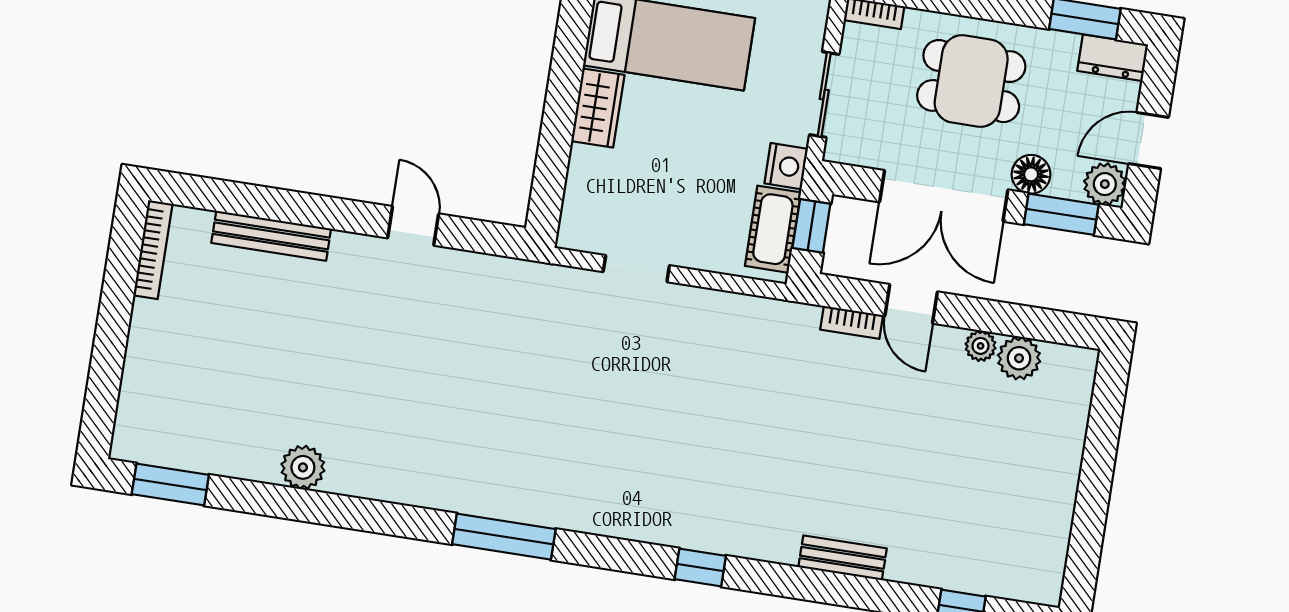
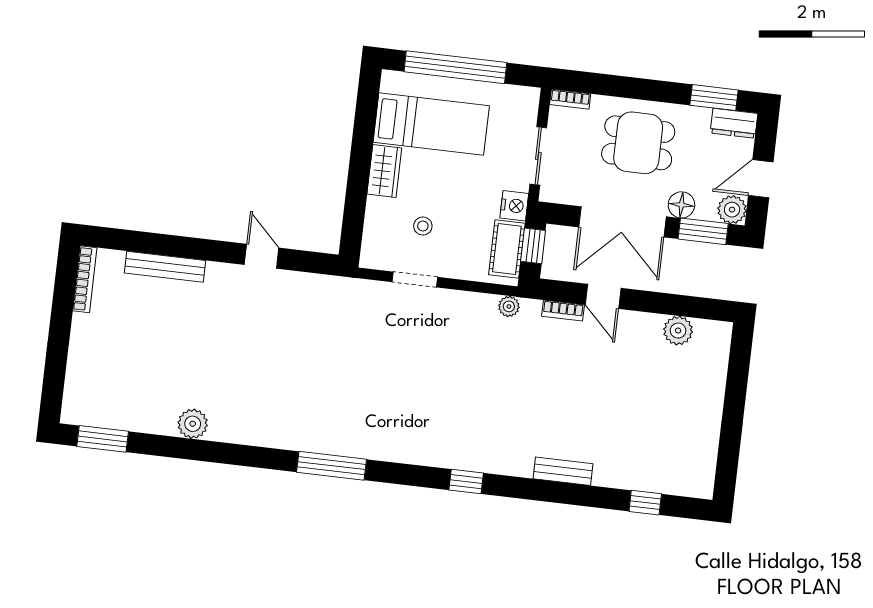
stool: (651, 191) -> (423, 226), added
plant: (981, 346) -> (509, 306), moved

